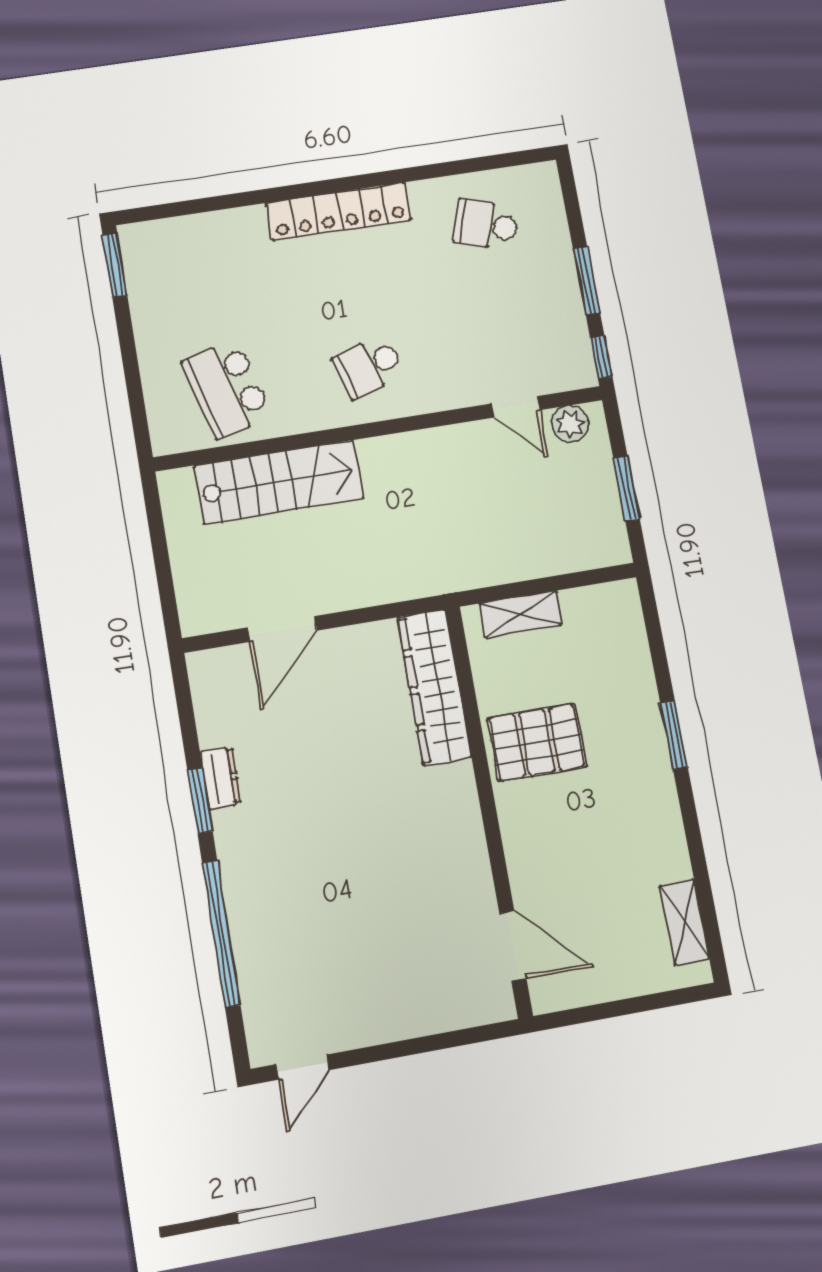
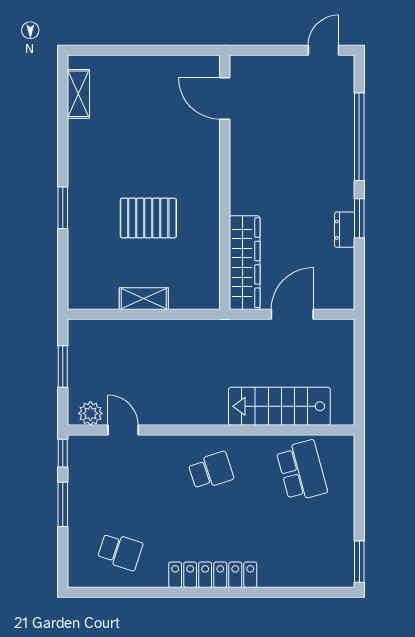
wardrobe: (434, 687) -> (245, 263), moved
wall: (488, 810) -> (225, 182), moved
door: (513, 946) -> (225, 98), moved

